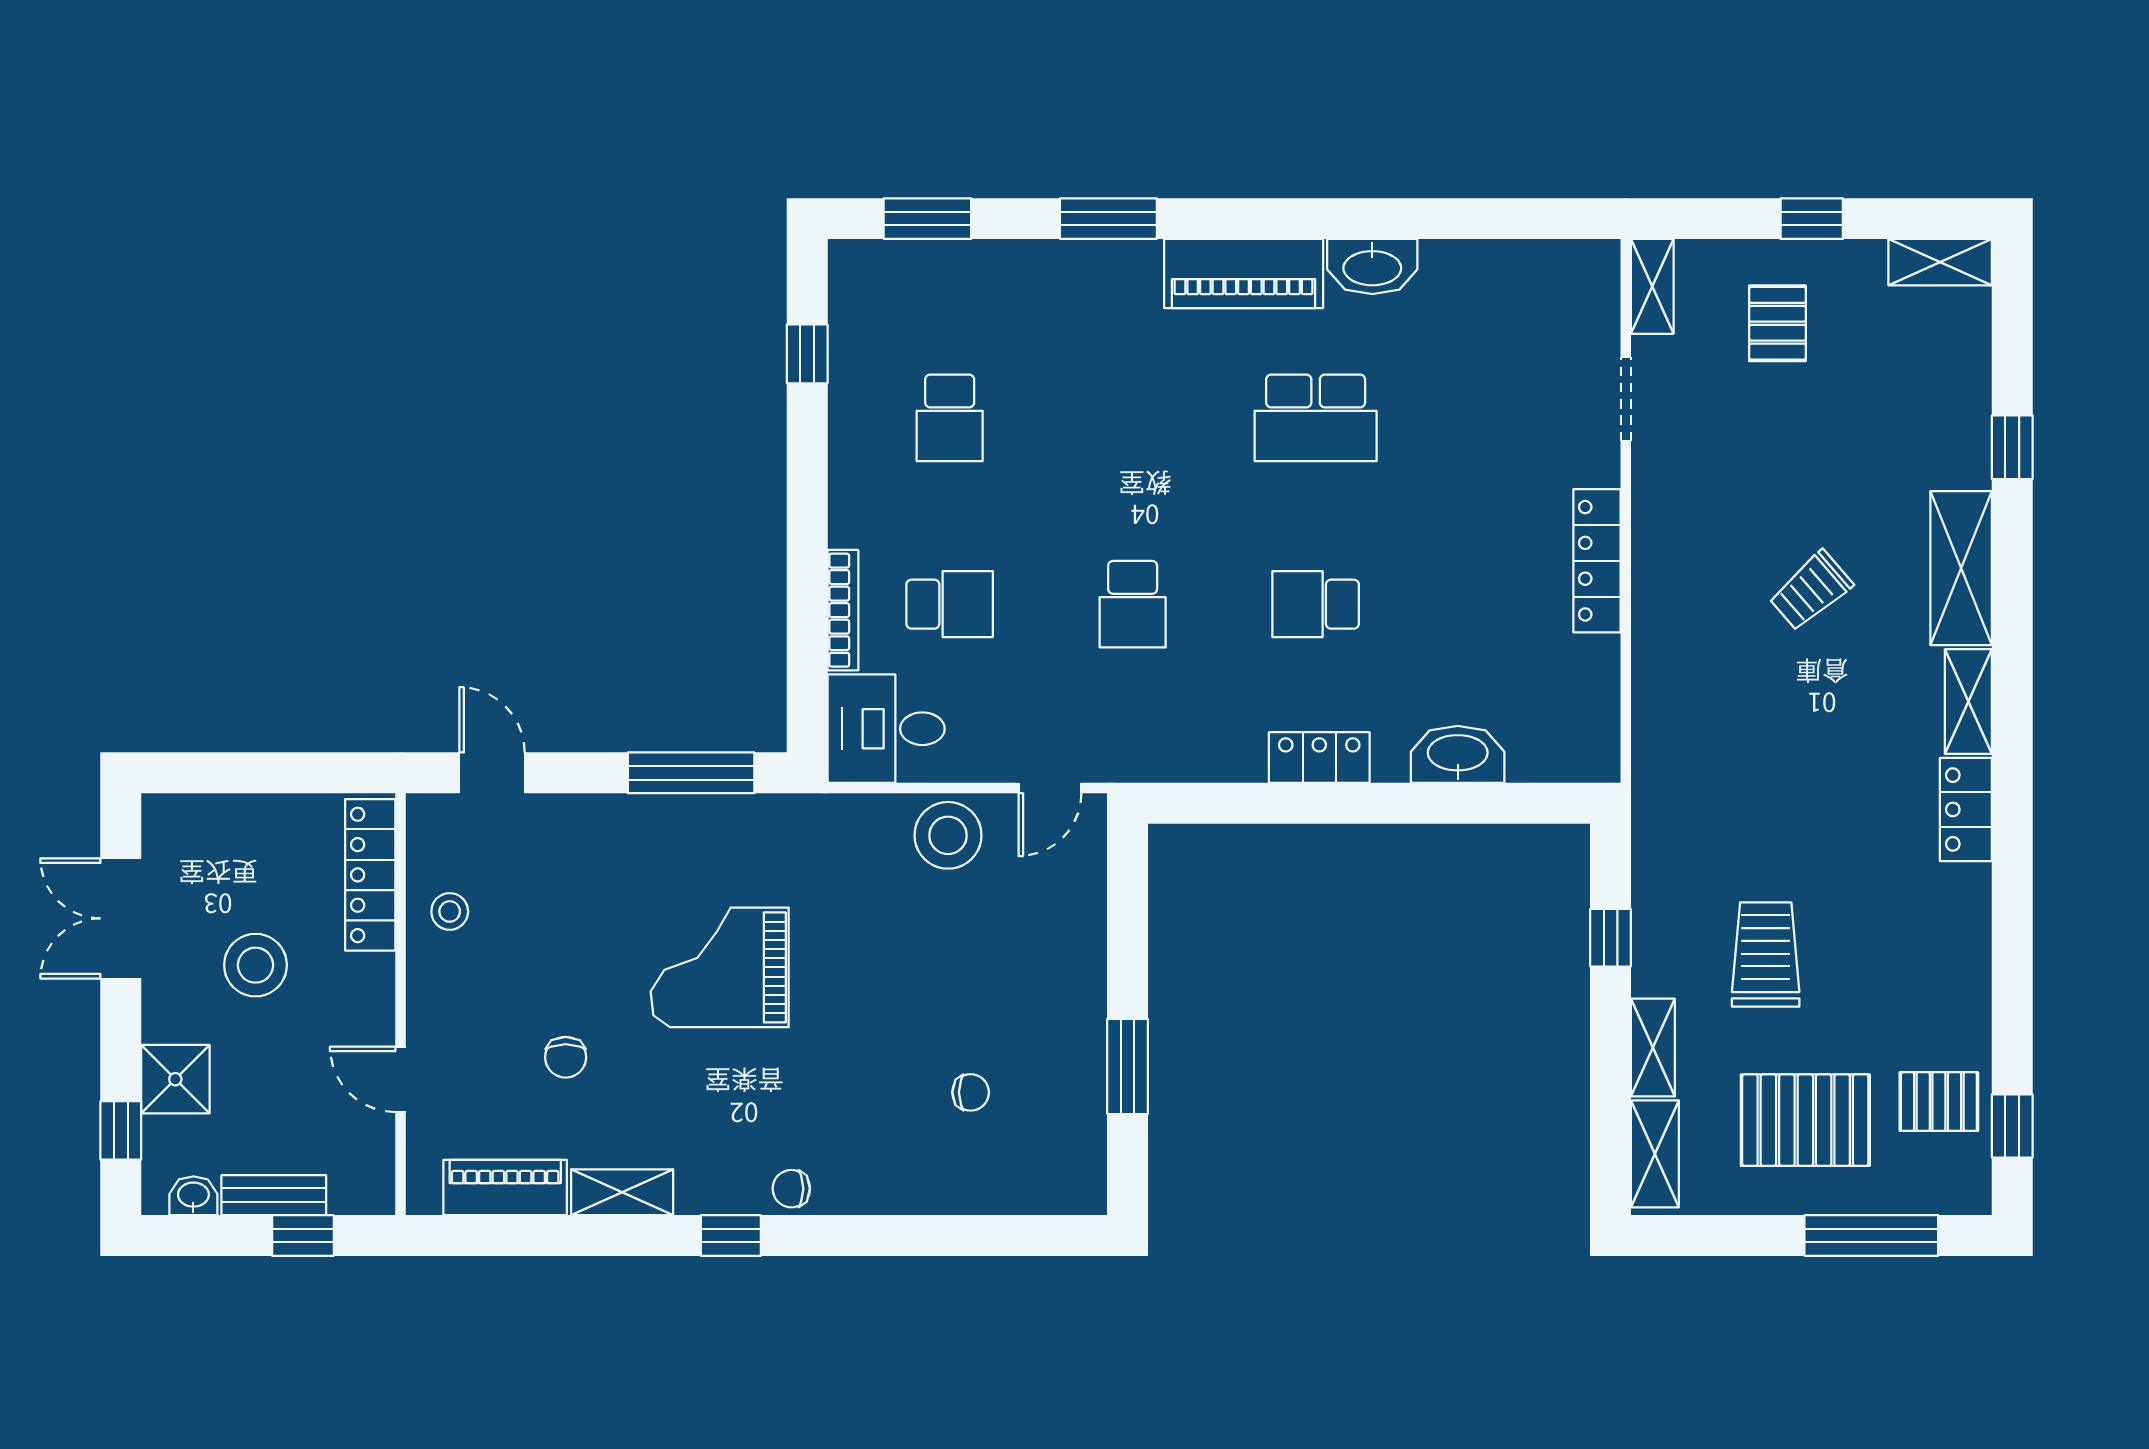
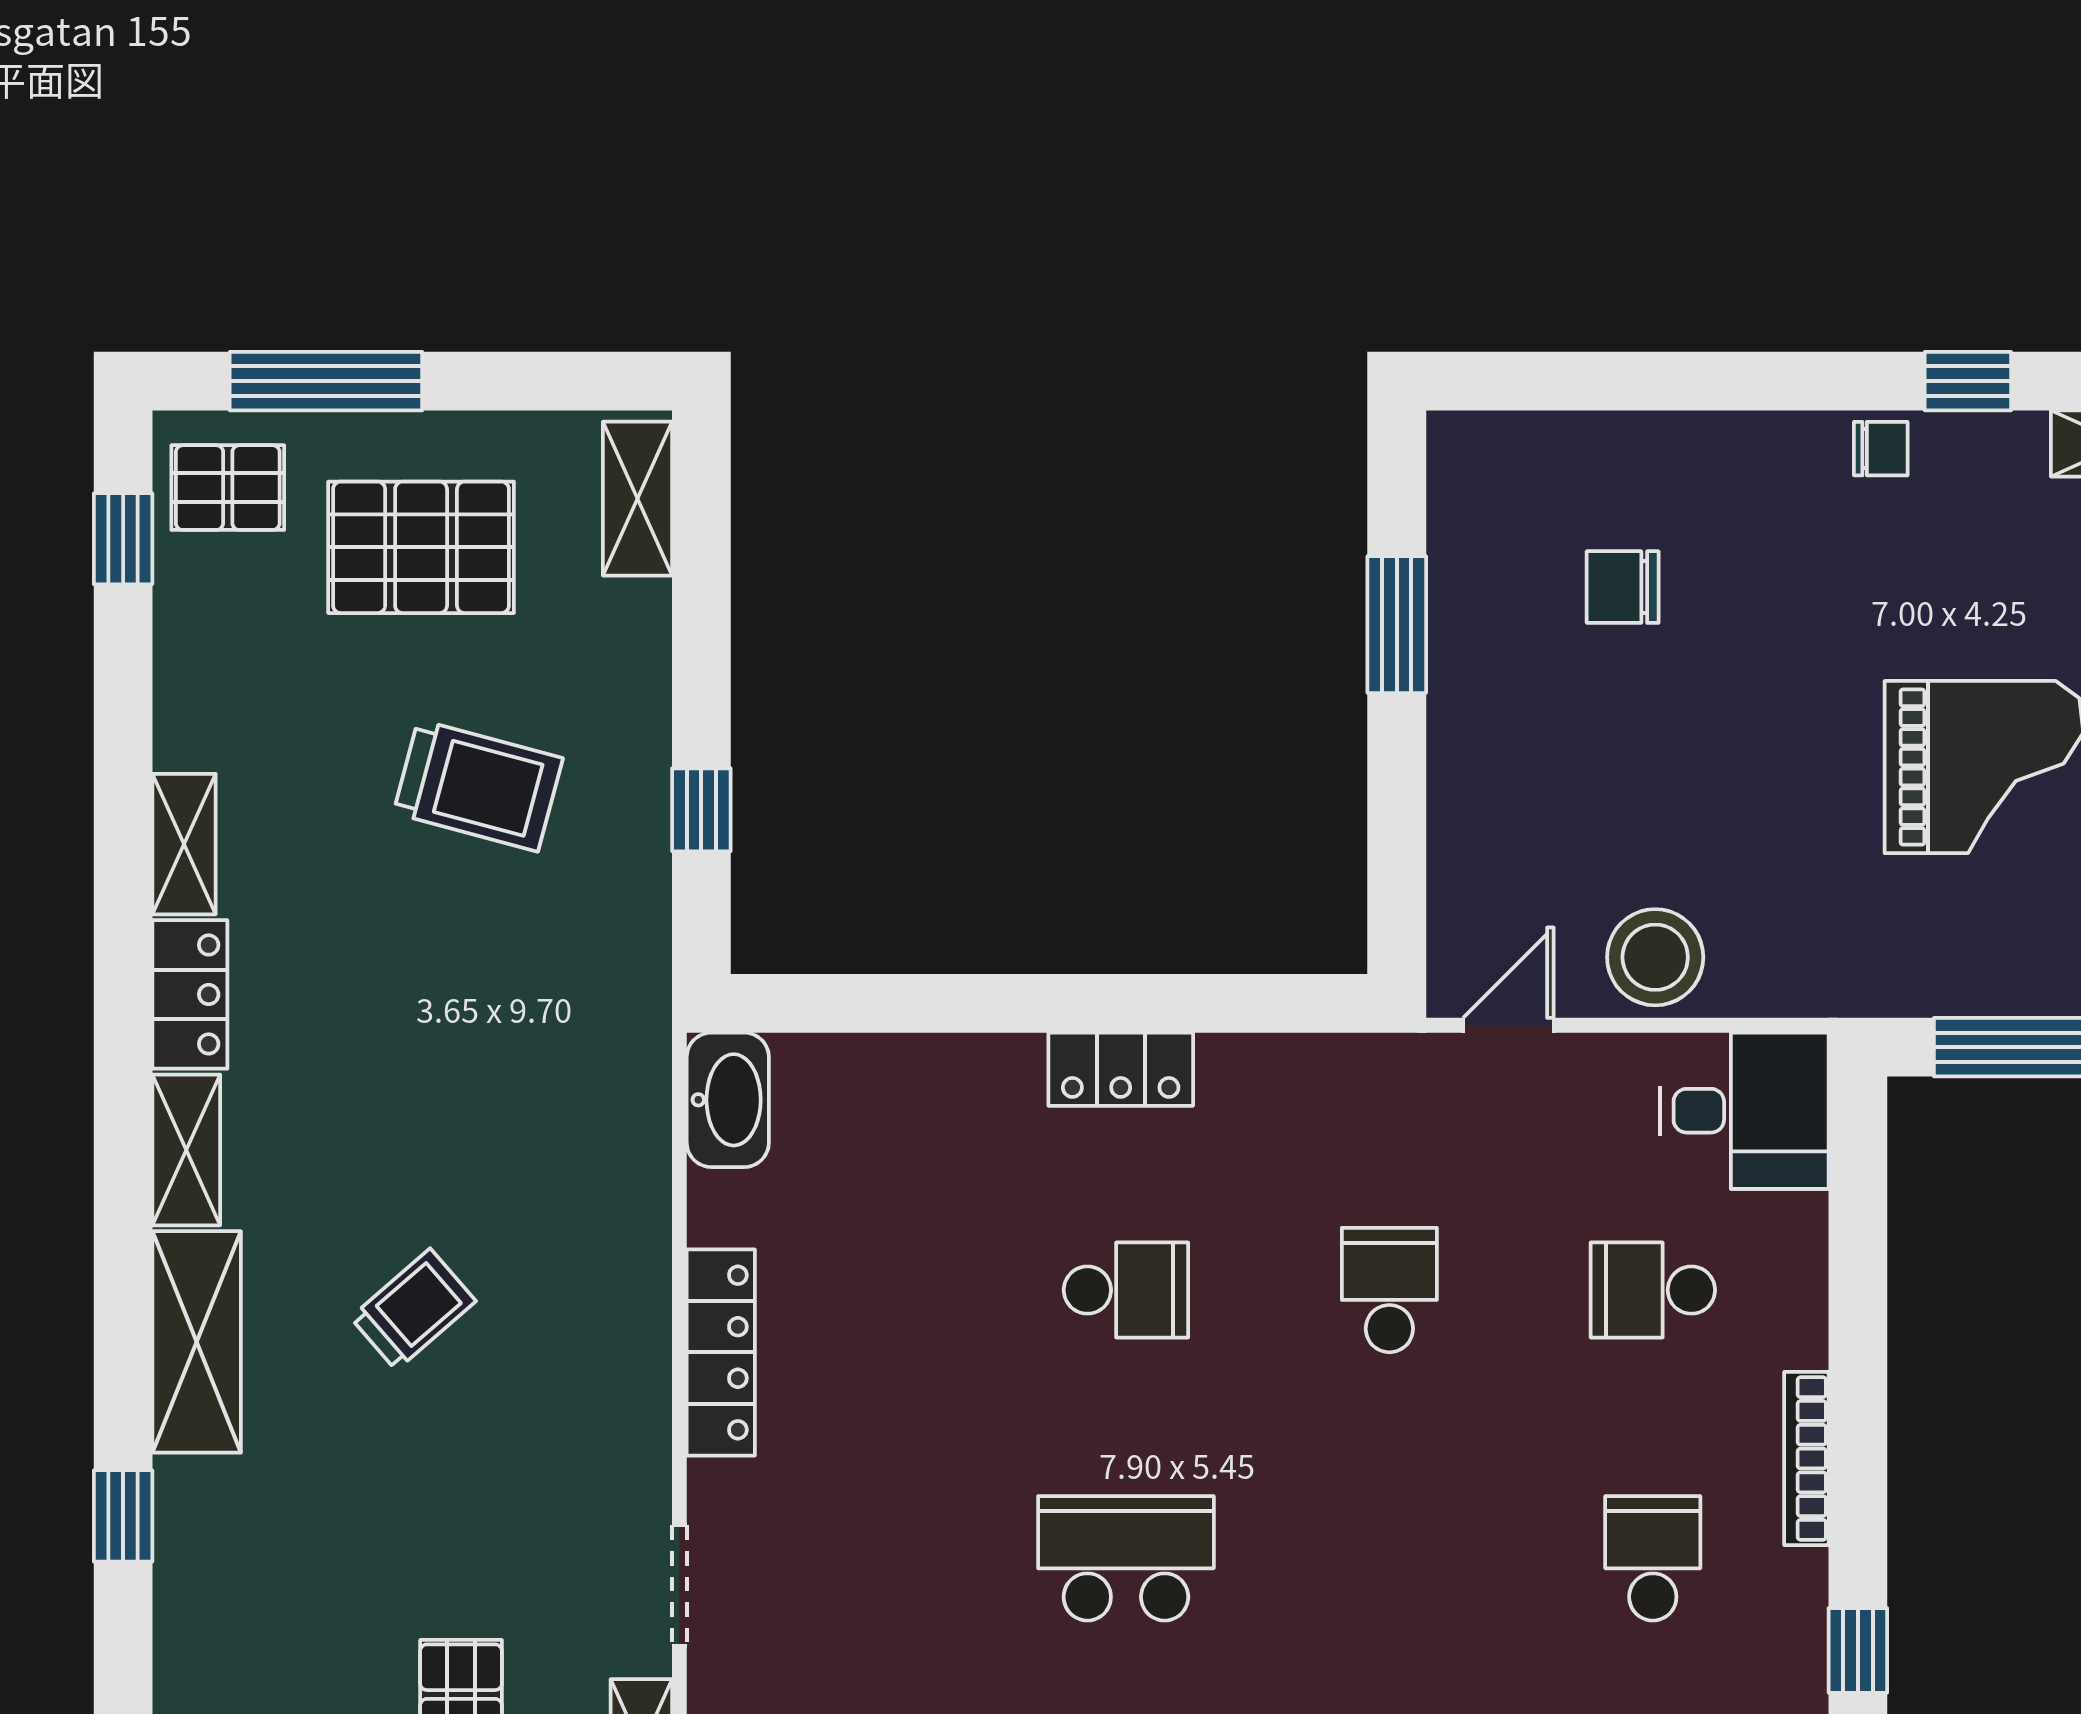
bookcase: (843, 610) -> (1806, 1459), moved
washbasin: (1458, 754) -> (728, 1100), moved, turned -90
trolley: (1766, 955) -> (478, 786), turned -75
shelving: (1653, 1048) -> (184, 844), moved
chair: (971, 1092) -> (1623, 587), width x1.37, depth x1.37
pallet: (1939, 1102) -> (228, 488), moved

